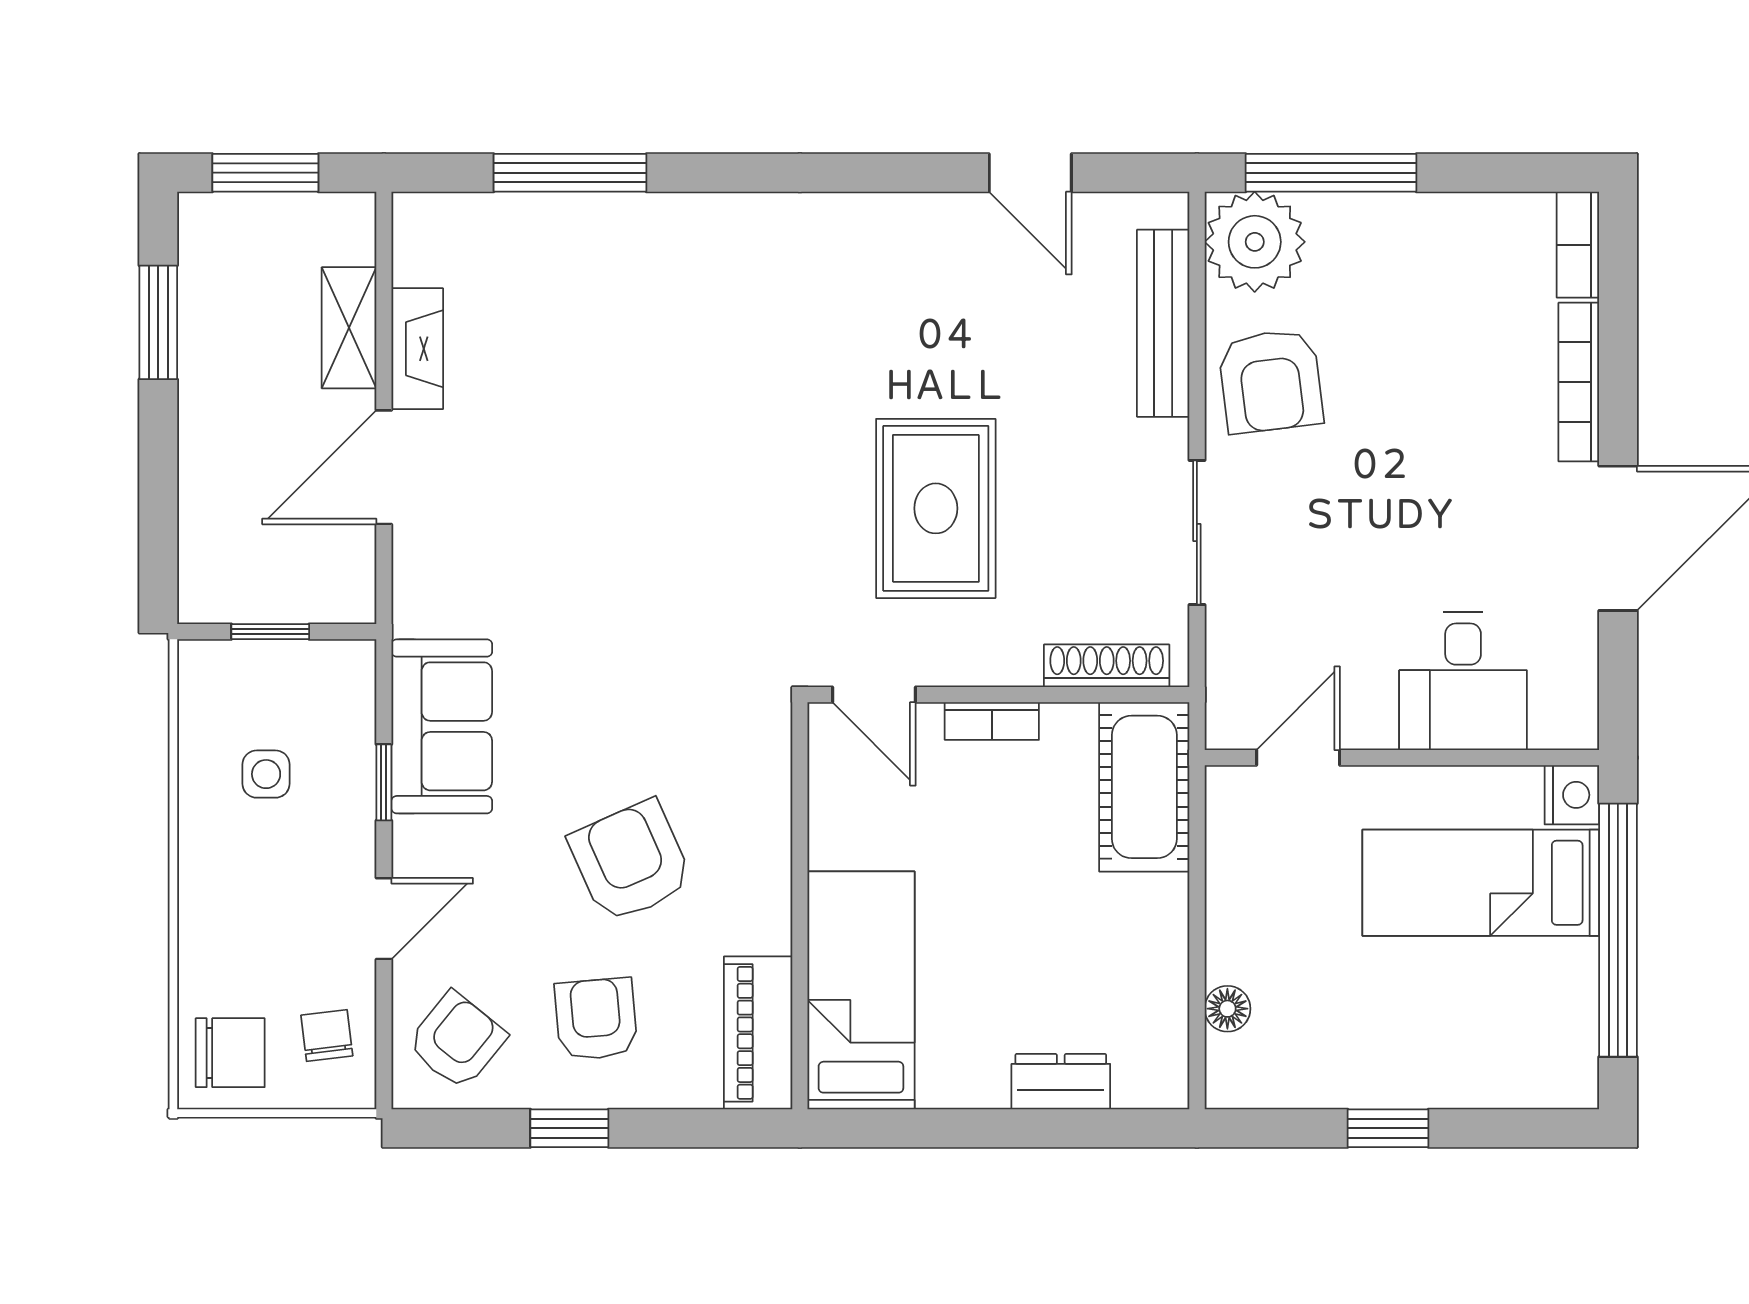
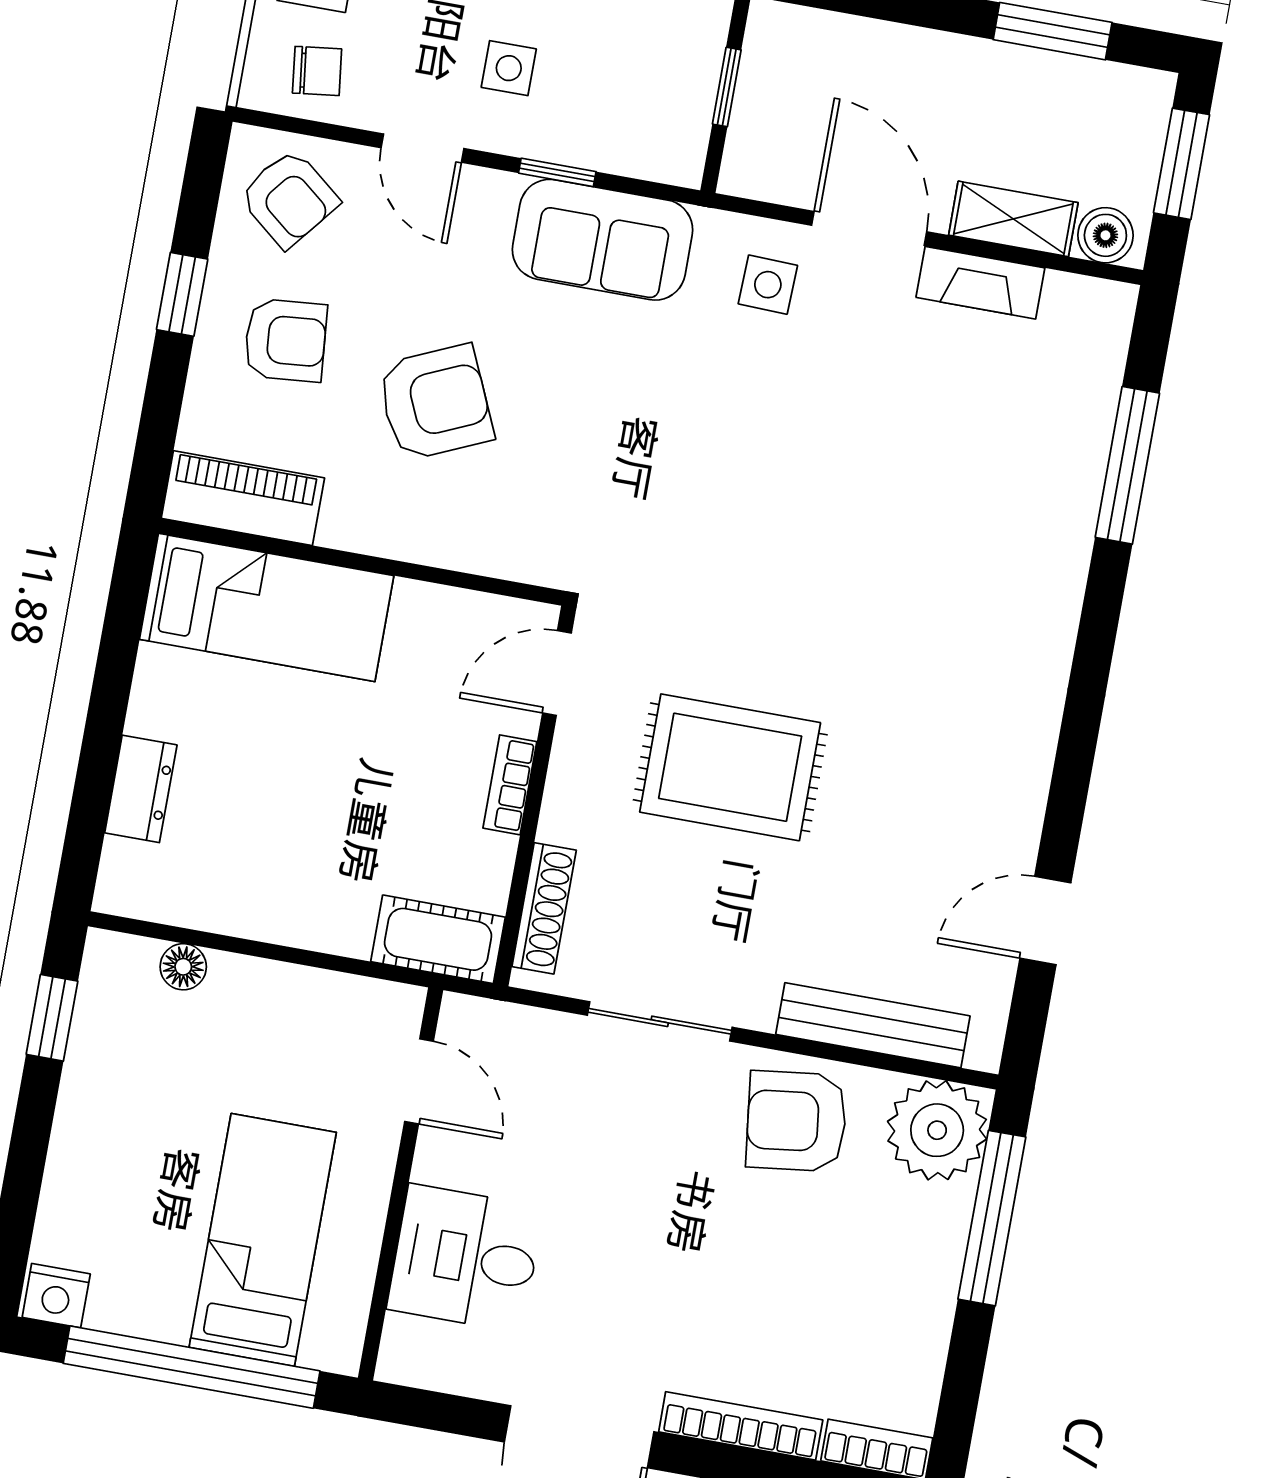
boiler: (349, 235) -> (1105, 235), added
side table: (457, 556) -> (768, 285), added
side table: (266, 774) -> (509, 68), moved
cot: (1144, 787) -> (438, 939), width x0.73, depth x0.75
nightstand: (1572, 795) -> (56, 1296), moved
window: (1388, 1128) -> (52, 1018), moved

